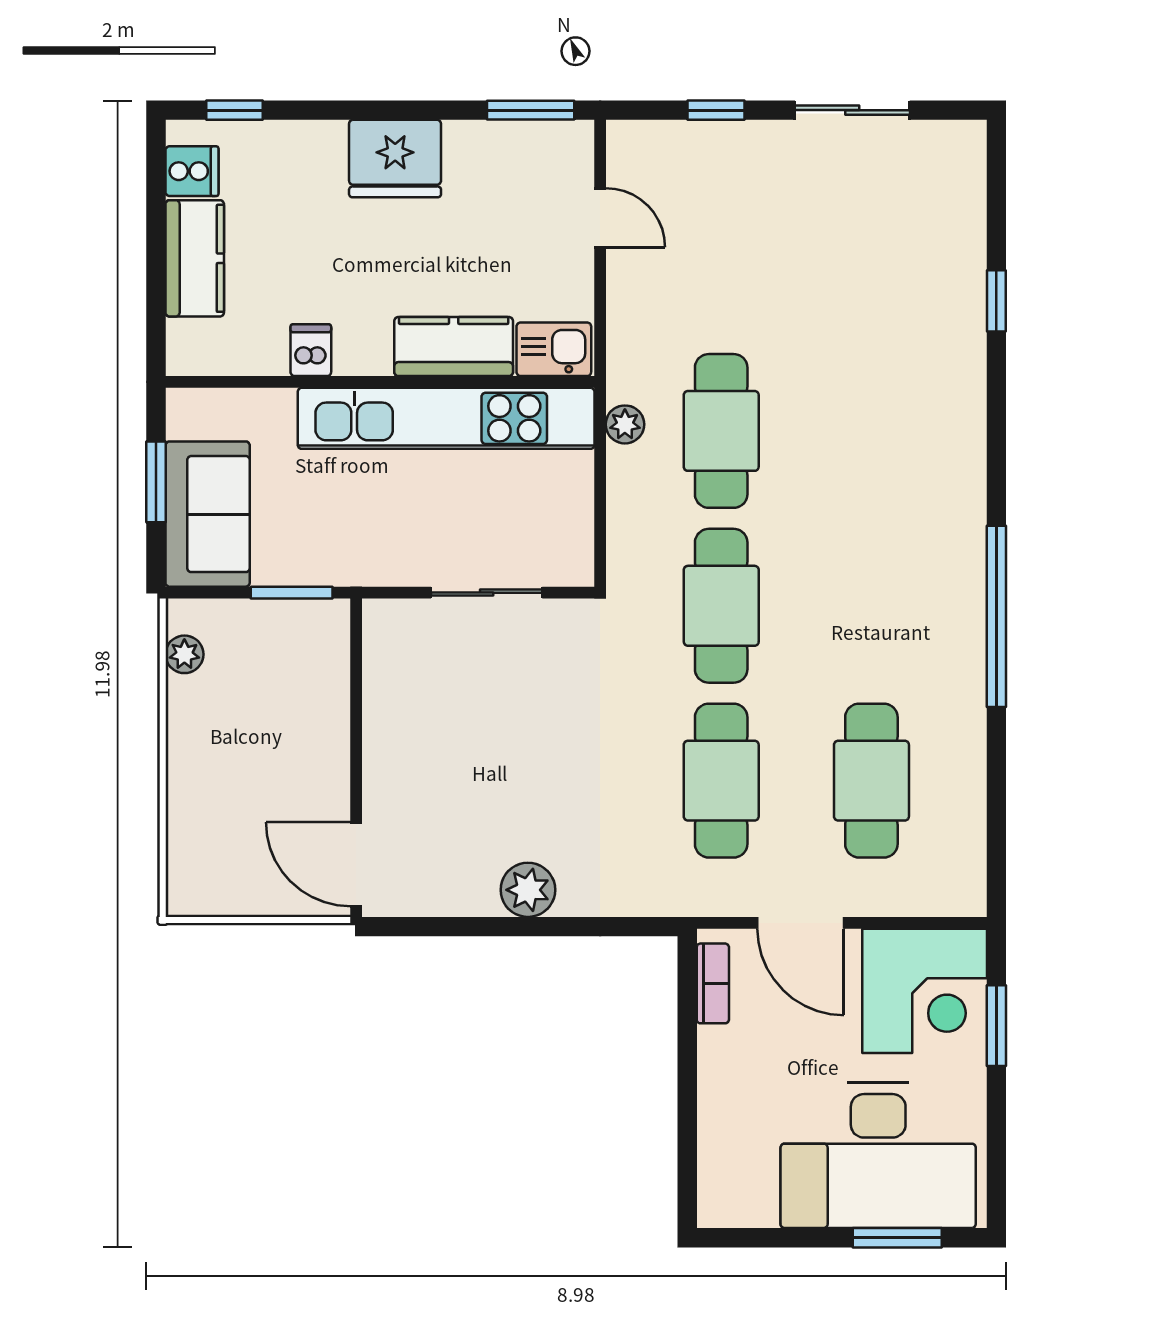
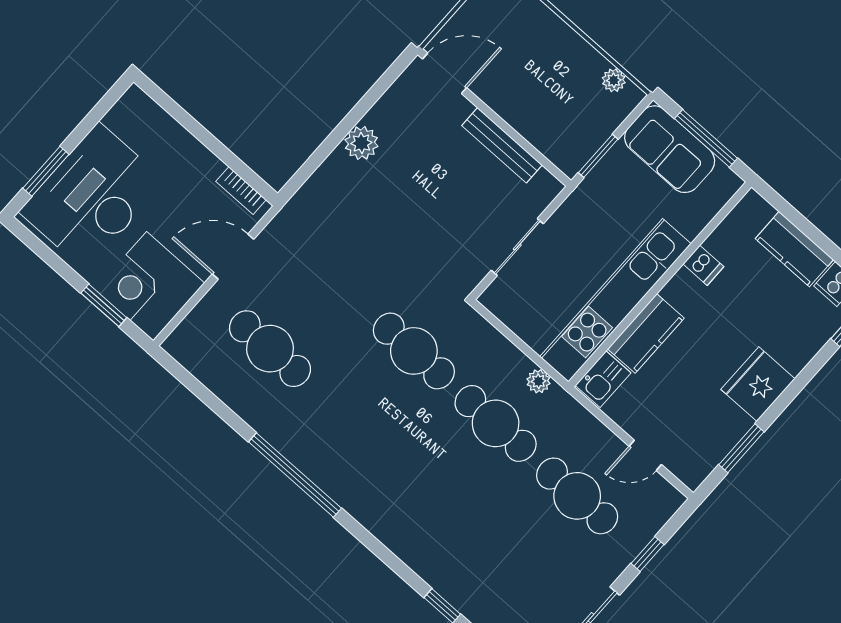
window: (531, 110) -> (741, 448), moved
window: (156, 482) -> (706, 138), width x1.44
bench: (381, 719) -> (502, 145), added
cafe table: (721, 781) -> (577, 496), moved

